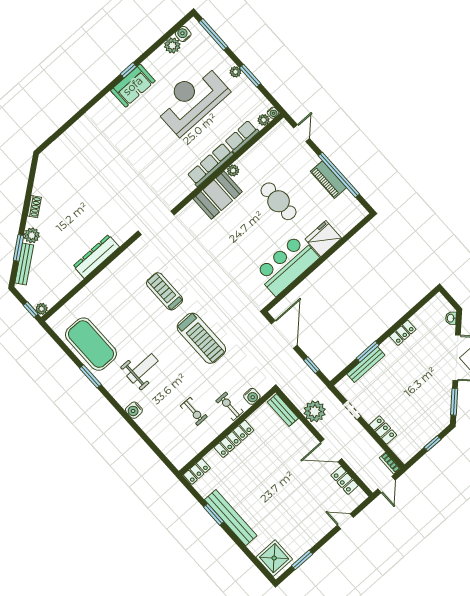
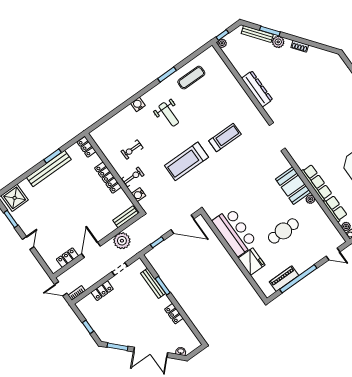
piano: (328, 180) -> (284, 279), moved
exercise mat: (91, 344) -> (191, 78), width x0.50, depth x0.69
door: (345, 521) -> (28, 243), moved

